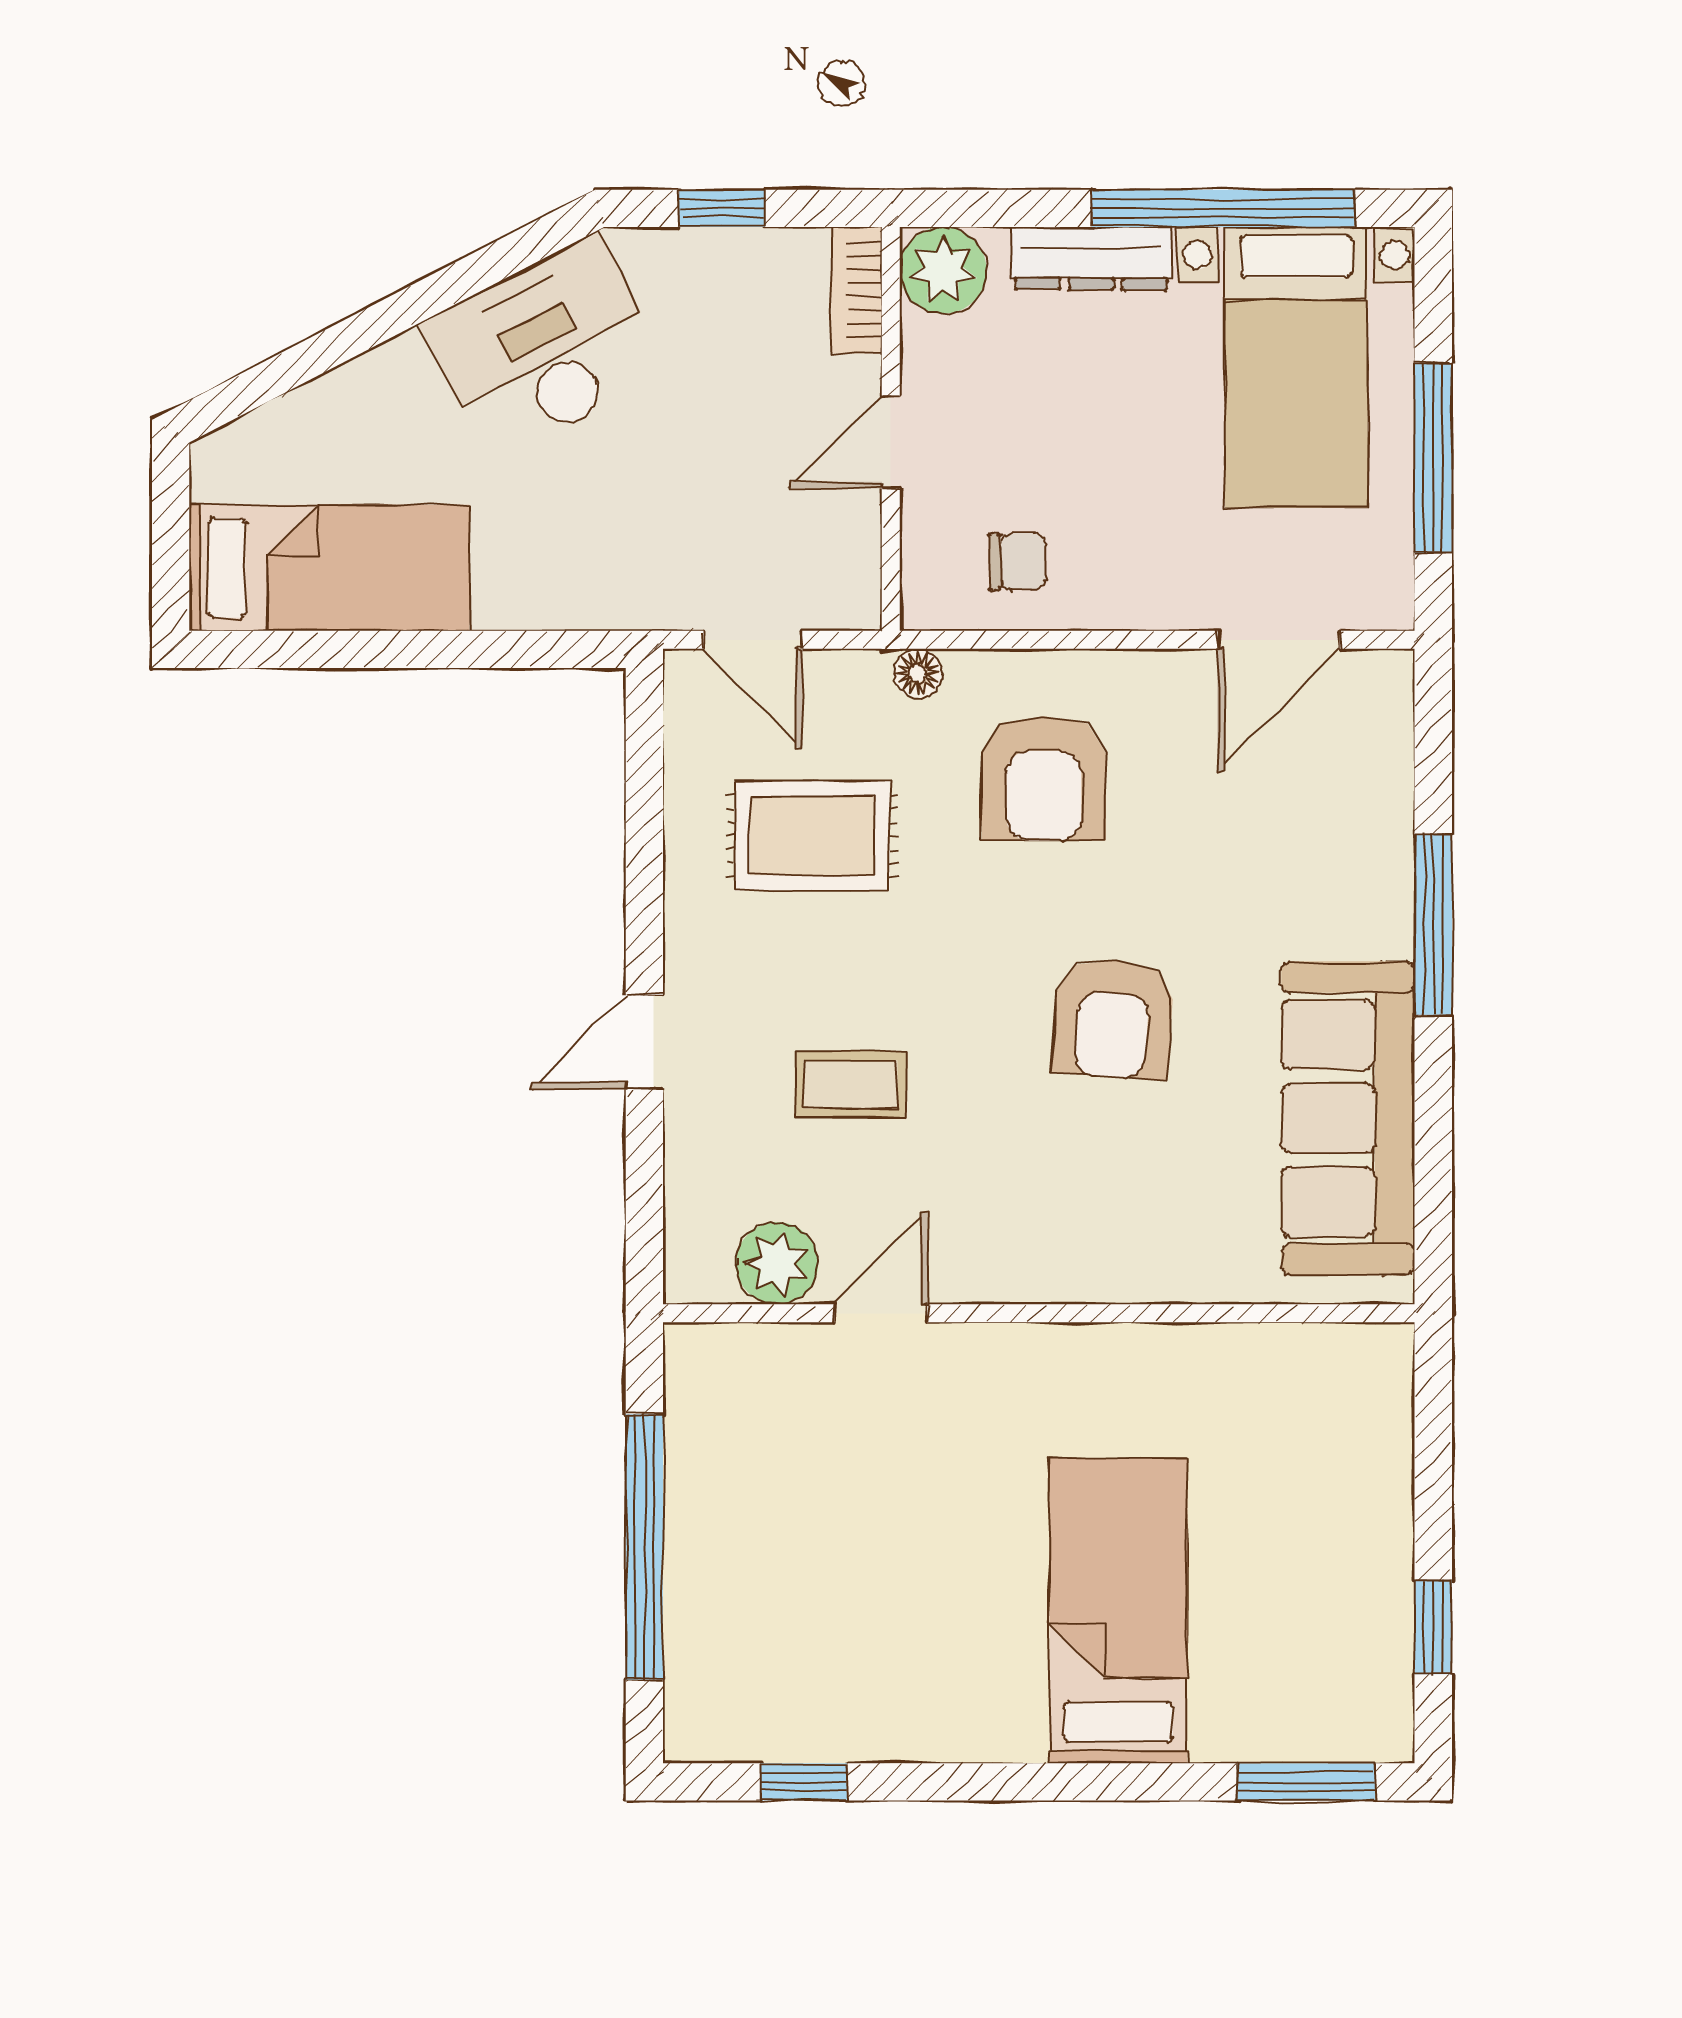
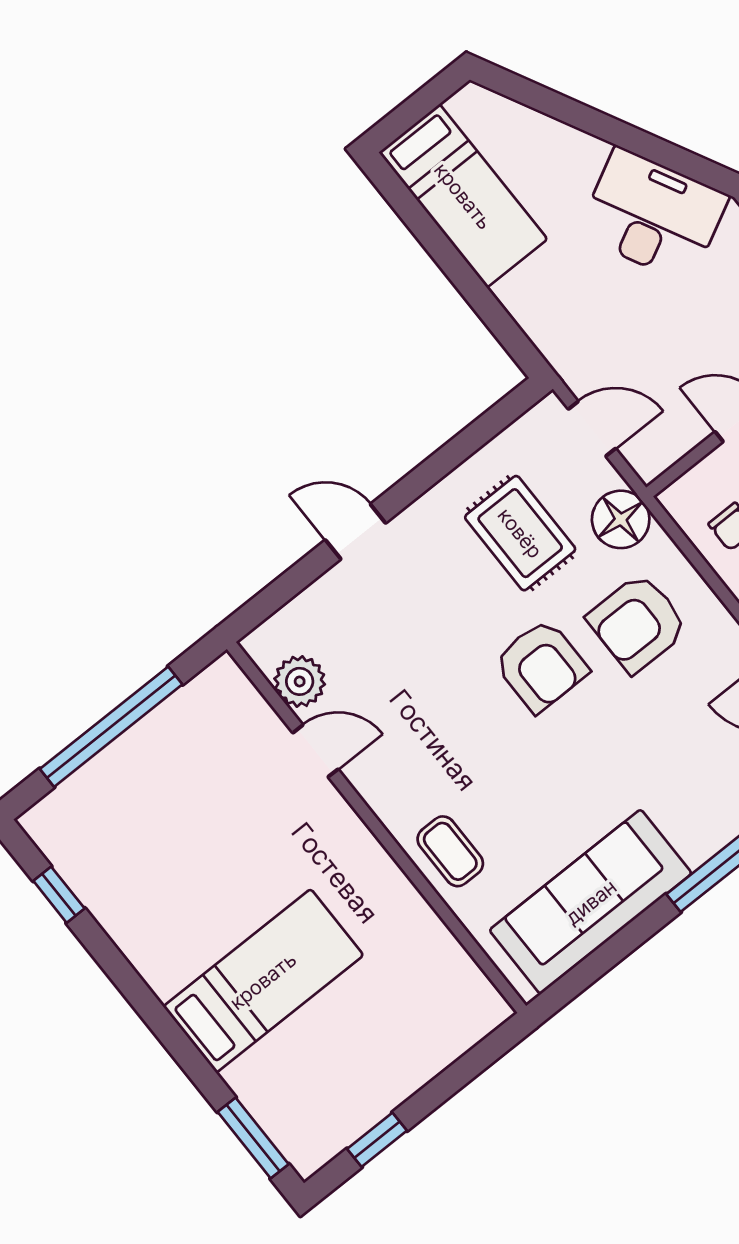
door: (753, 640) -> (592, 429), swing flipped
floor lamp: (918, 673) -> (621, 519), width x1.89, depth x1.89
armchair: (1113, 1019) -> (541, 666), moved, turned -94
coffee table: (850, 1084) -> (450, 851), moved

